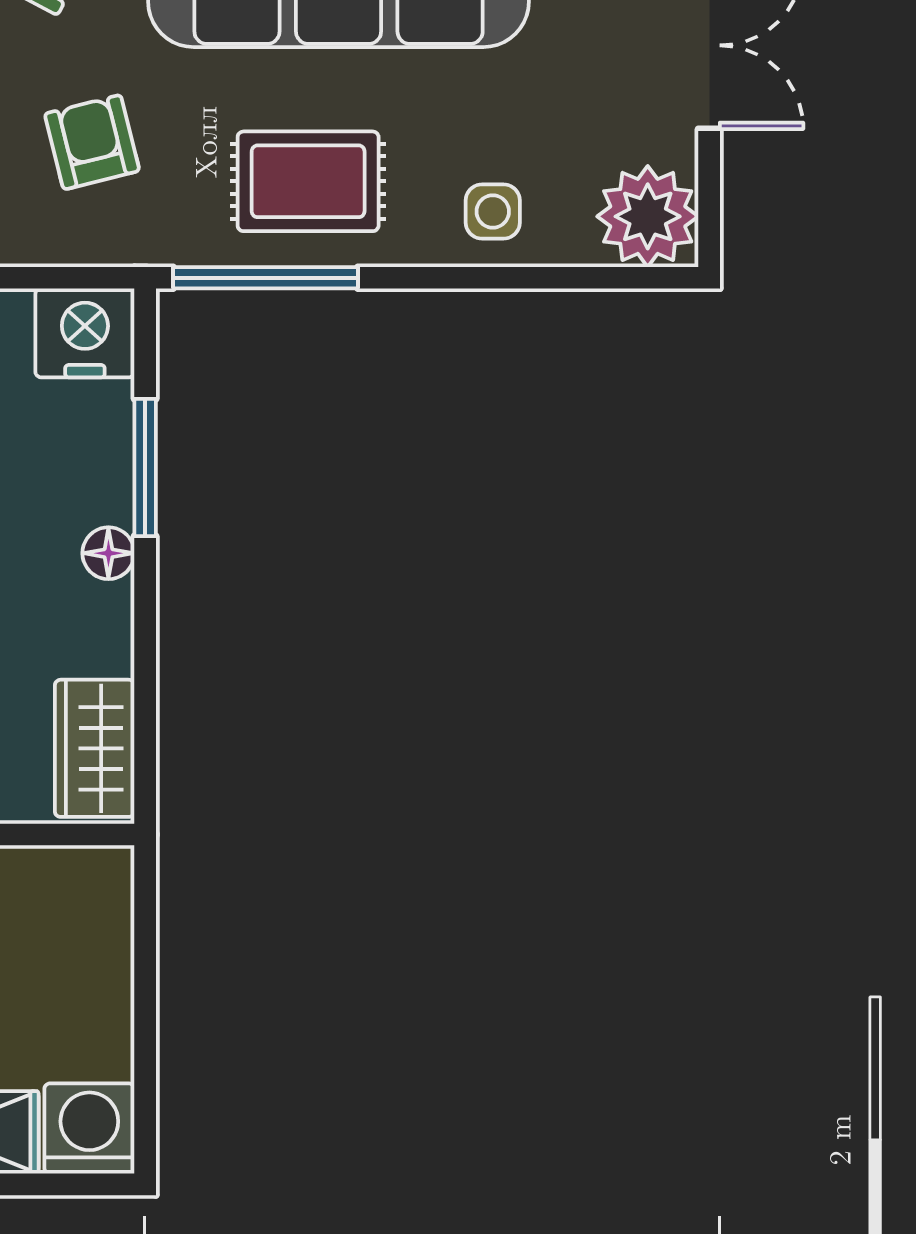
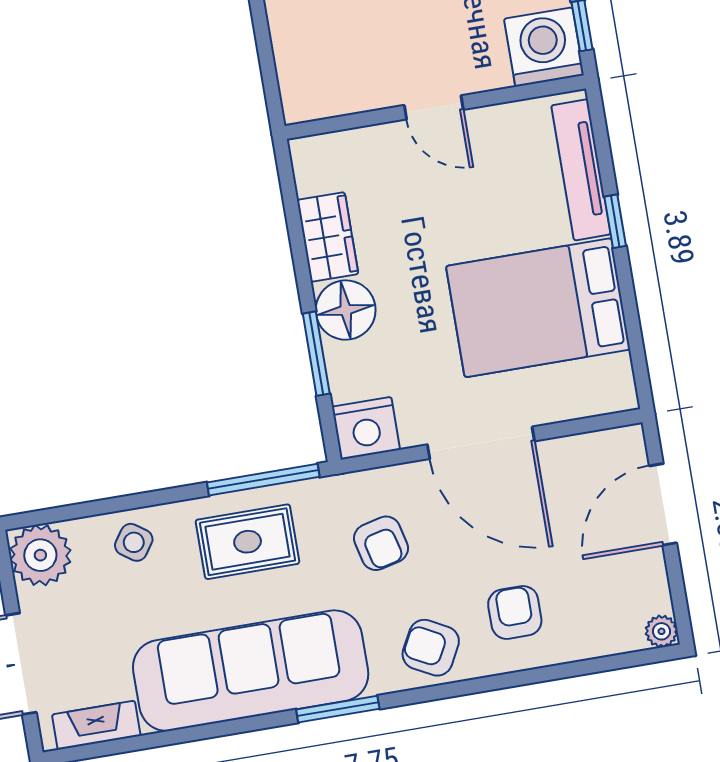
side table: (493, 212) -> (134, 542), turned 35
floor lamp: (108, 553) -> (346, 310), width x1.89, depth x1.89
wardrobe: (95, 748) -> (328, 237), moved

